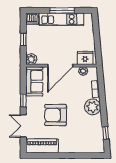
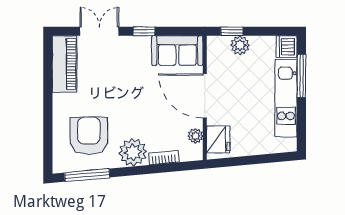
window: (62, 10) -> (301, 76), moved
window: (23, 39) -> (232, 31), moved
plant: (31, 59) -> (240, 45), moved
armchair: (56, 115) -> (89, 136), moved
window: (106, 133) -> (87, 175), width x2.17

